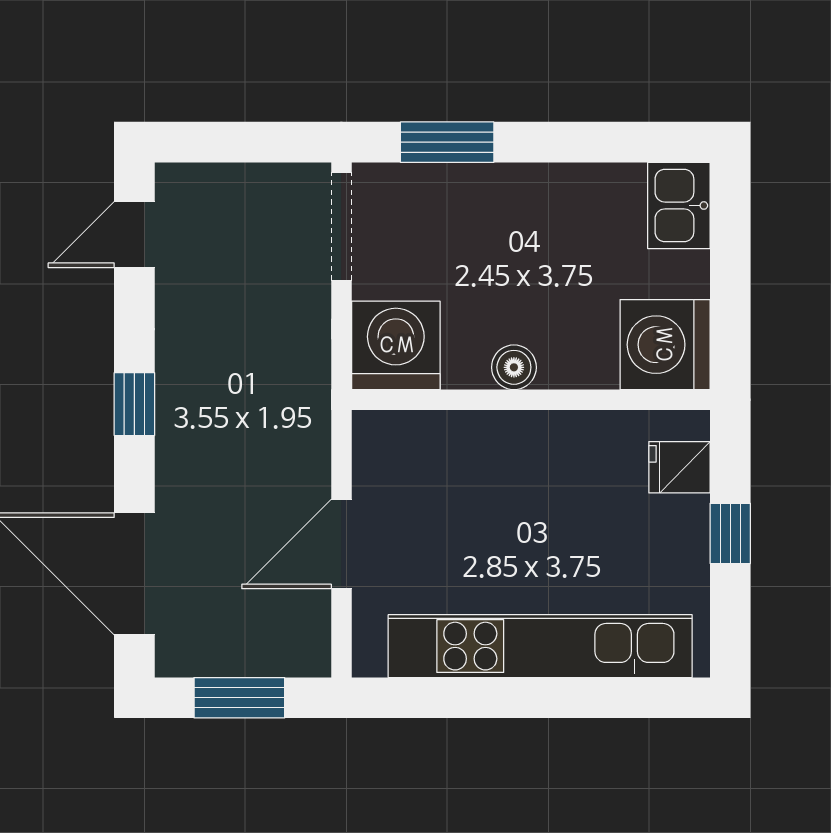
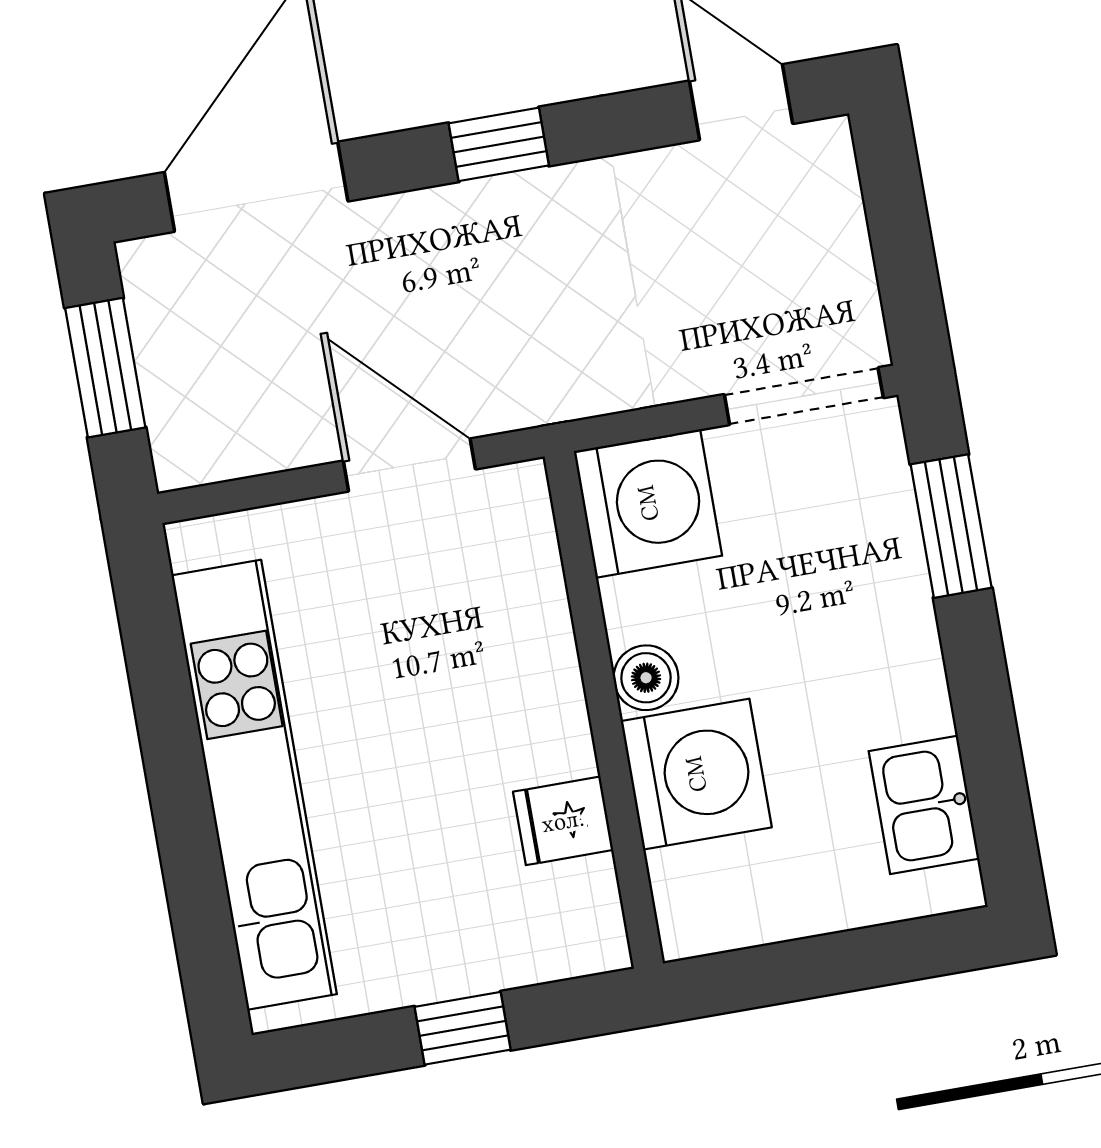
kitchen sink: (679, 205) -> (924, 805), moved, turned -90
washing machine: (665, 345) -> (696, 774), moved, turned 90
fridge: (679, 467) -> (563, 821), moved, turned -90
door: (341, 544) -> (409, 465), moved

